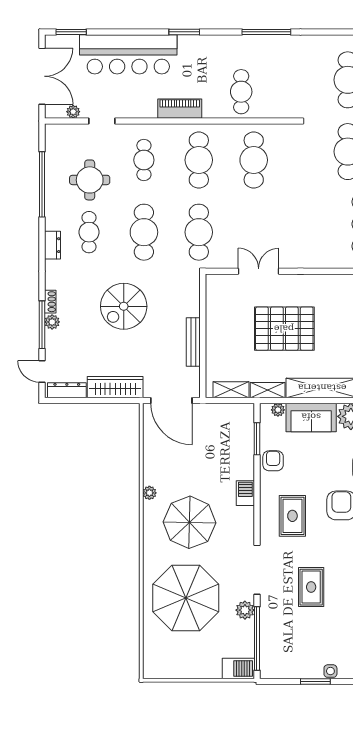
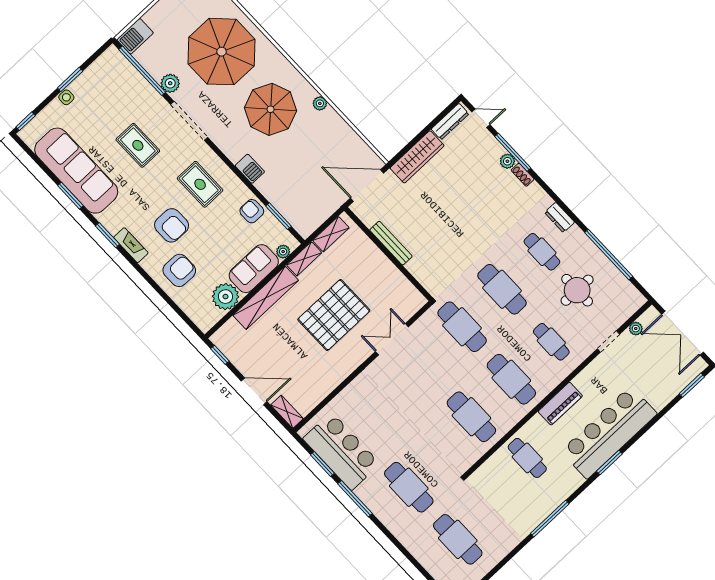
bar counter: (128, 54) -> (609, 432), moved
double door: (259, 271) -> (392, 339), swing flipped
spiral stairs: (124, 306) -> (466, 222), removed
armchair: (273, 461) -> (252, 211), turned 180

